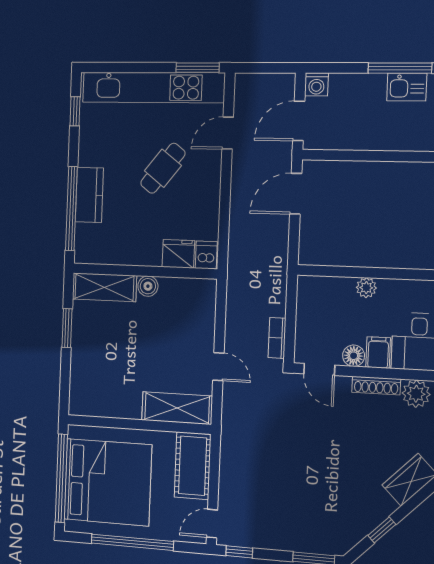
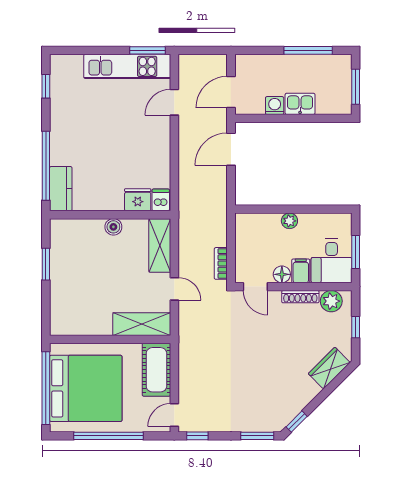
washing machine: (316, 84) -> (275, 106), moved, turned 180
kitchen unit: (153, 87) -> (127, 66), width x0.73
kitchen sink: (407, 87) -> (300, 104), moved, turned 180
cafe table: (163, 168) -> (122, 131), removed
kitchen counter: (89, 195) -> (61, 189), moved
shelving: (104, 287) -> (160, 246), moved, turned 90
window: (382, 530) -> (297, 422), moved

